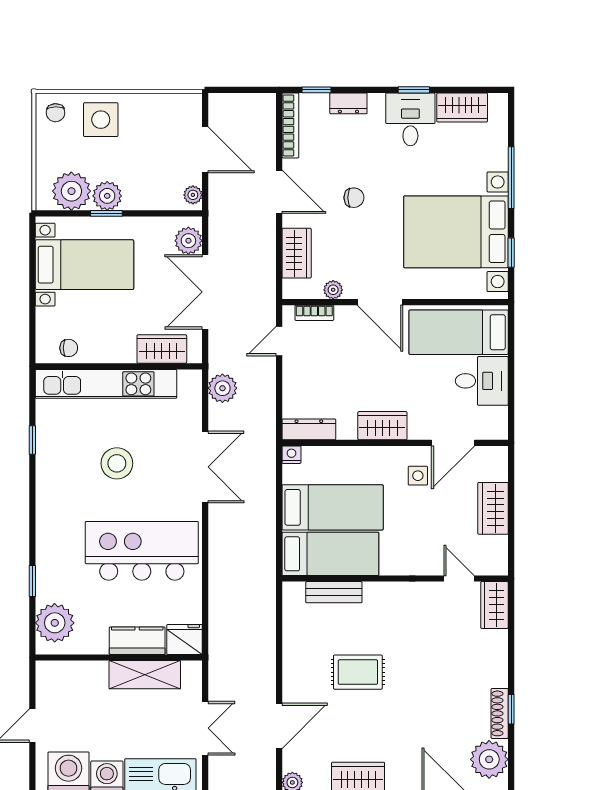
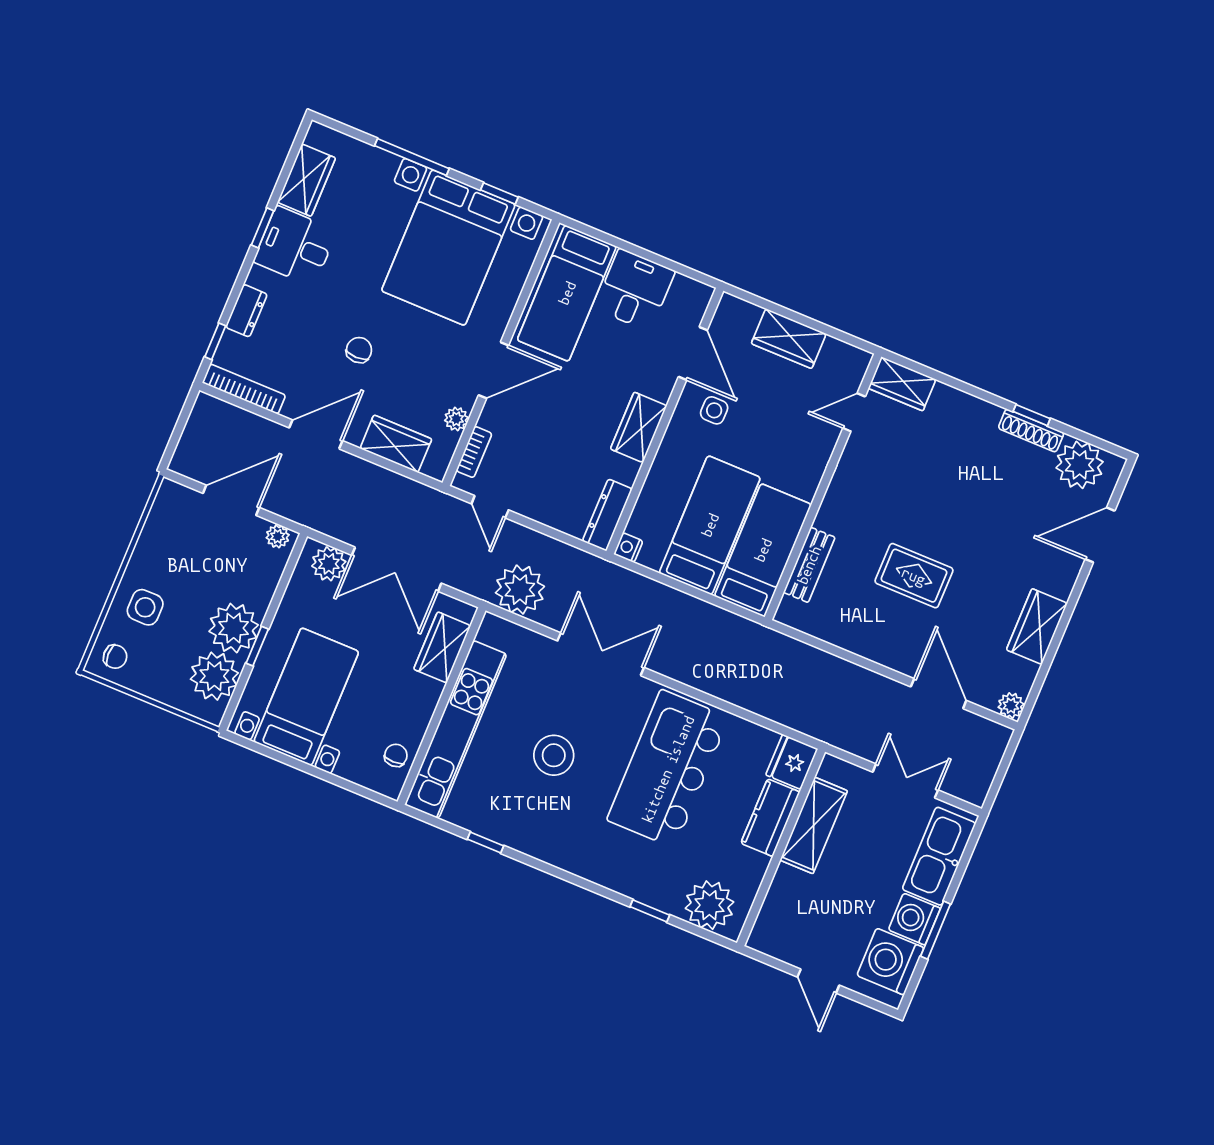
side table: (101, 120) -> (145, 607), width x0.73, depth x0.73
plant: (107, 196) -> (234, 628), width x1.36, depth x1.36
plant: (222, 388) -> (520, 590), width x1.36, depth x1.36
rug: (358, 672) -> (914, 576), turned 90

